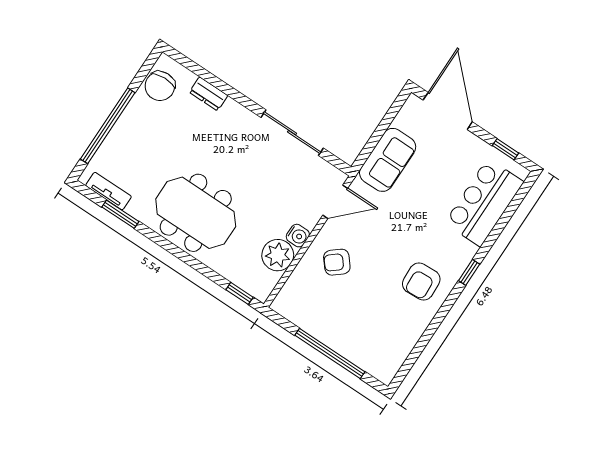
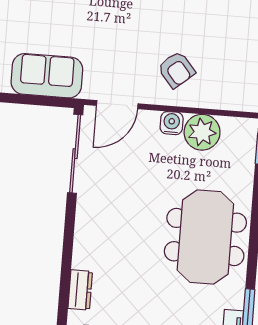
sliding door: (292, 133) -> (75, 154), moved
door: (335, 202) -> (117, 105), swing flipped

